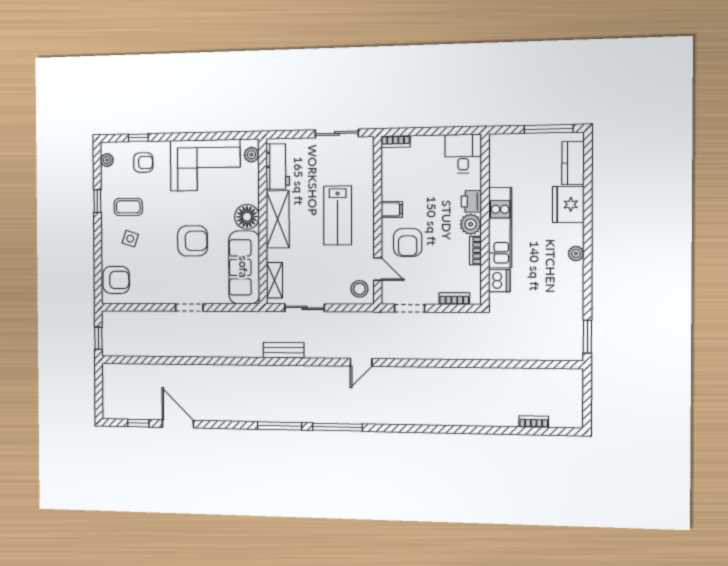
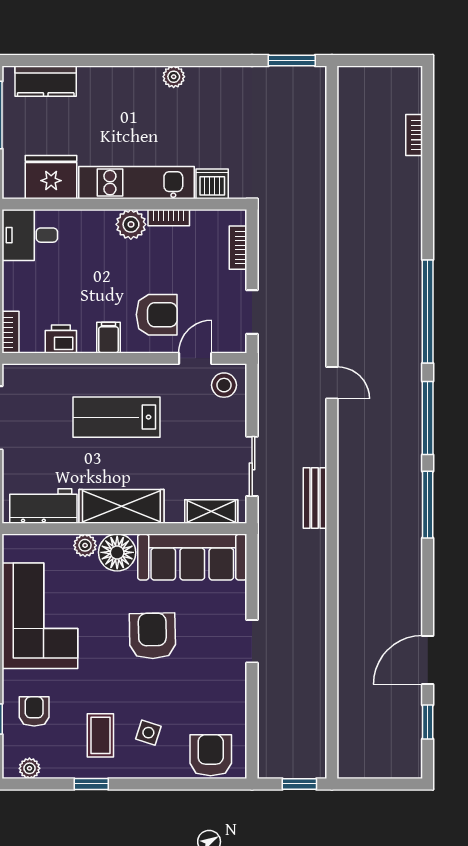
plant: (252, 155) -> (85, 545), moved
printer: (471, 201) -> (61, 339), moved, turned 180
fridge: (568, 204) -> (51, 177), moved, turned 180
lab bench: (338, 215) -> (116, 417), turned 180
window: (410, 429) -> (428, 311), added

